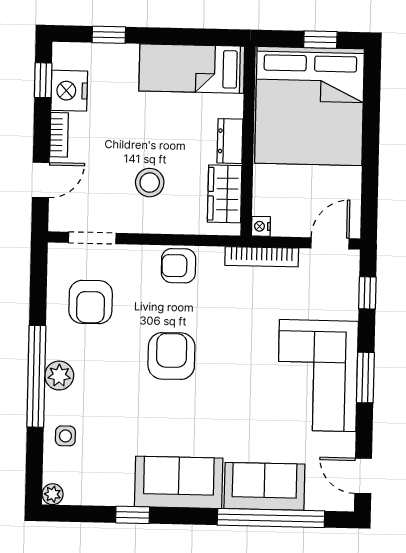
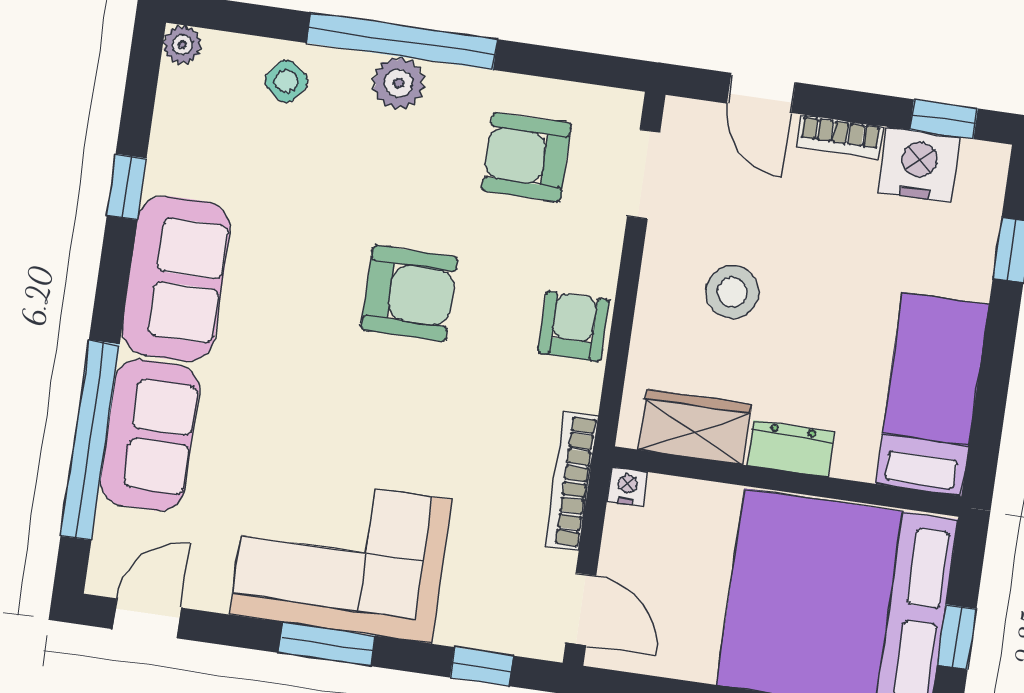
side table: (65, 436) -> (286, 81), turned 37

